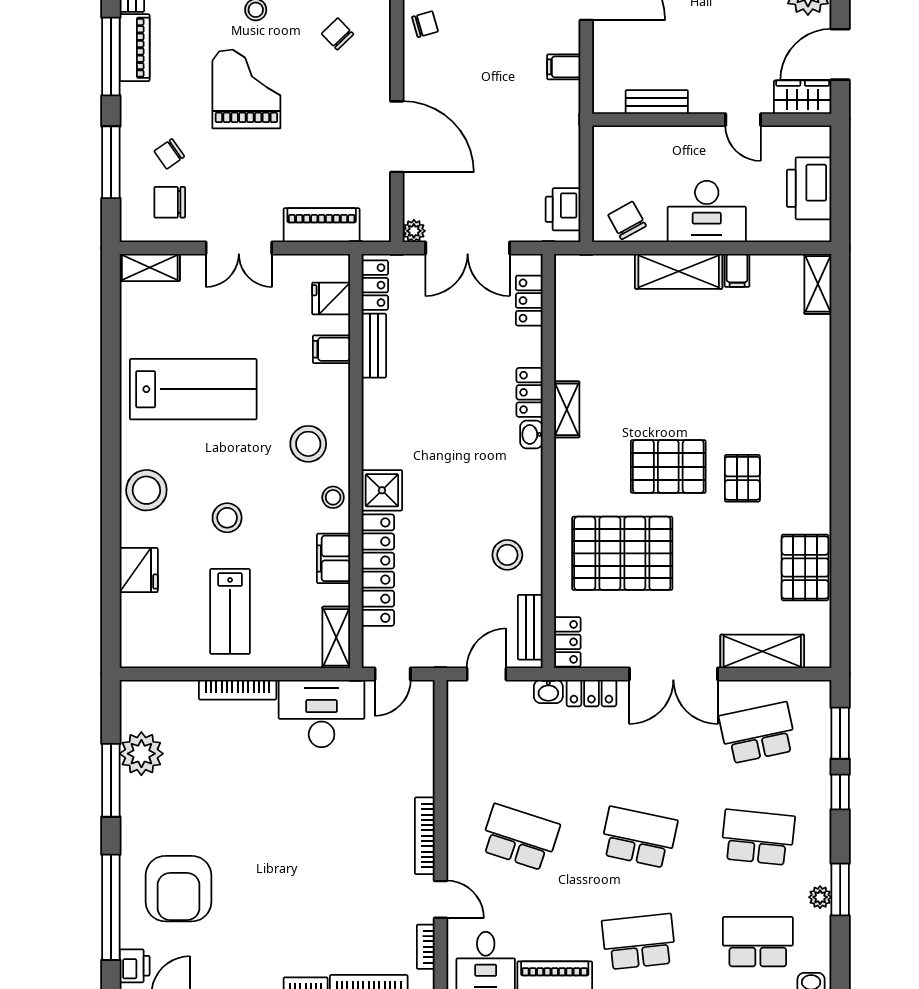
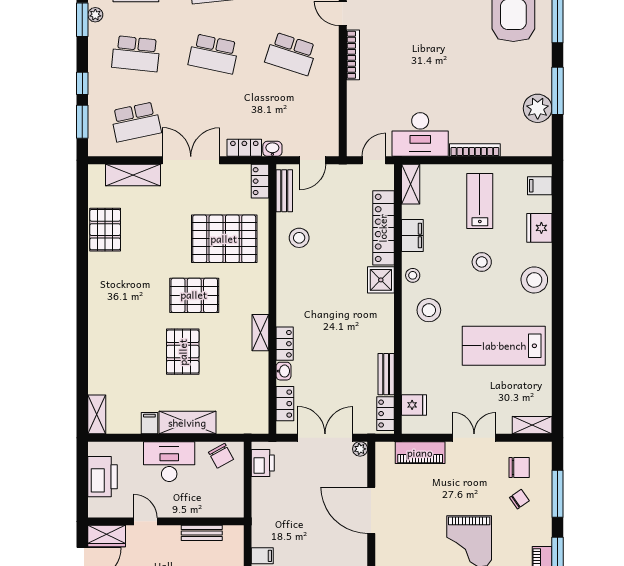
filing cabinet: (331, 349) -> (540, 186), moved, turned 180
washbasin: (531, 434) -> (284, 371), moved
pallet: (742, 478) -> (183, 352), moved, width x1.50, depth x1.42

